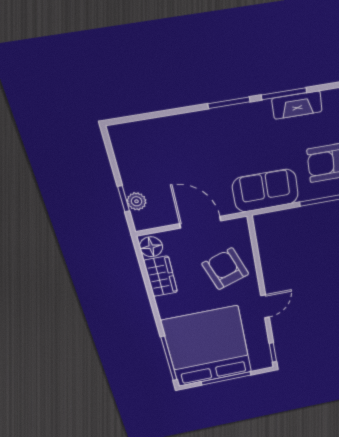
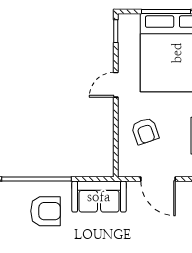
armchair: (225, 269) -> (145, 131), width x0.72, depth x0.72

